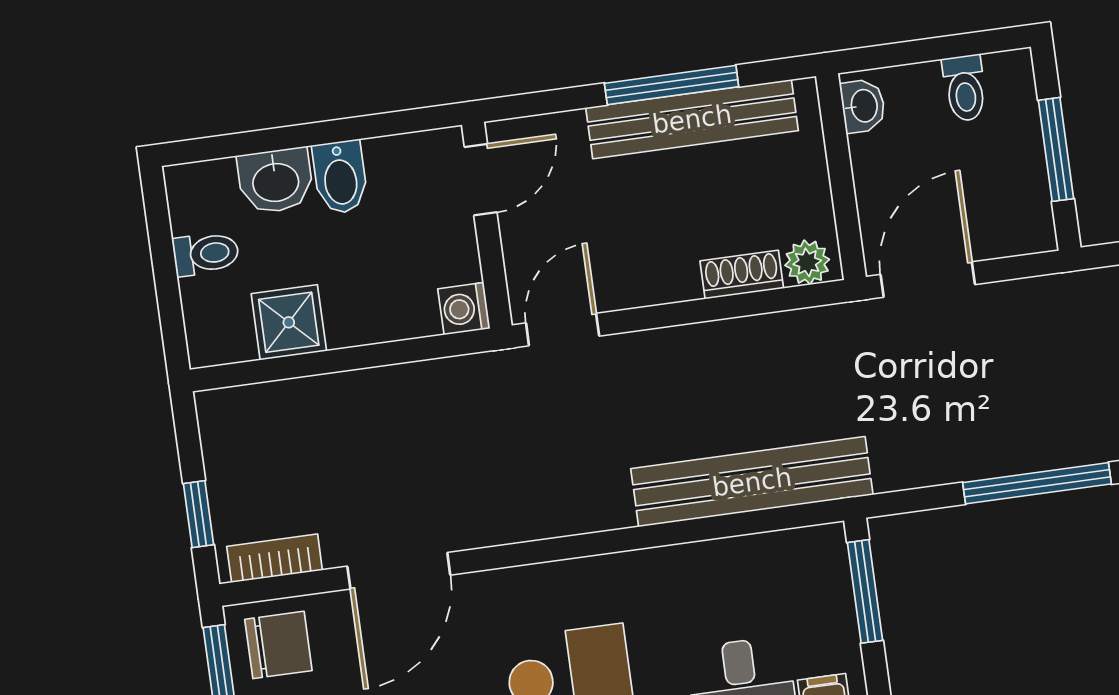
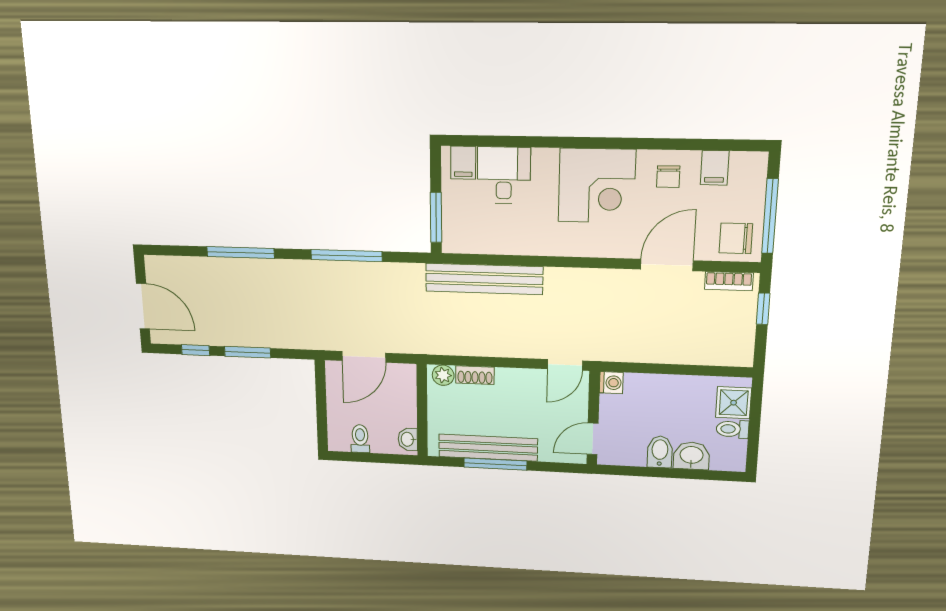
window: (1056, 149) -> (321, 405), removed
door: (928, 280) -> (364, 357), moved
shower: (289, 322) -> (734, 403), moved

